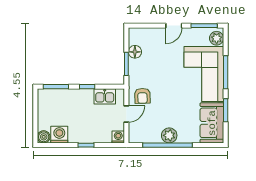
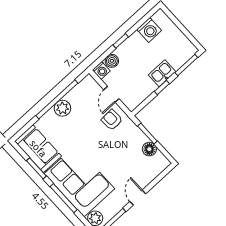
kitchen sink: (105, 96) -> (162, 73), moved
boiler: (44, 137) -> (112, 61), moved

